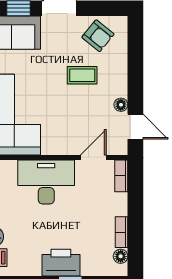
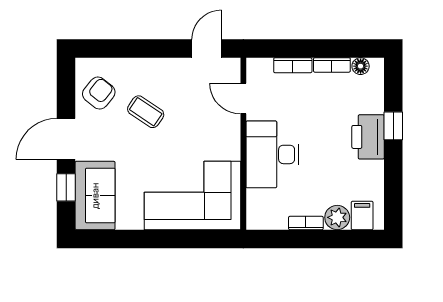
coffee table: (82, 75) -> (146, 112), turned -56
floor lamp: (121, 105) -> (181, 66), removed
bookcase: (121, 176) -> (293, 65), moved

